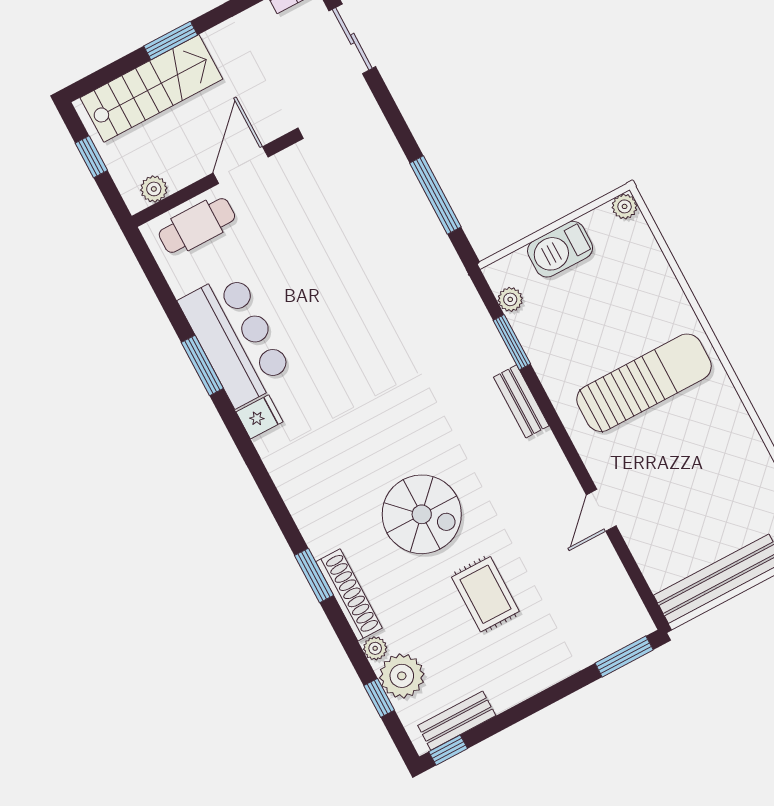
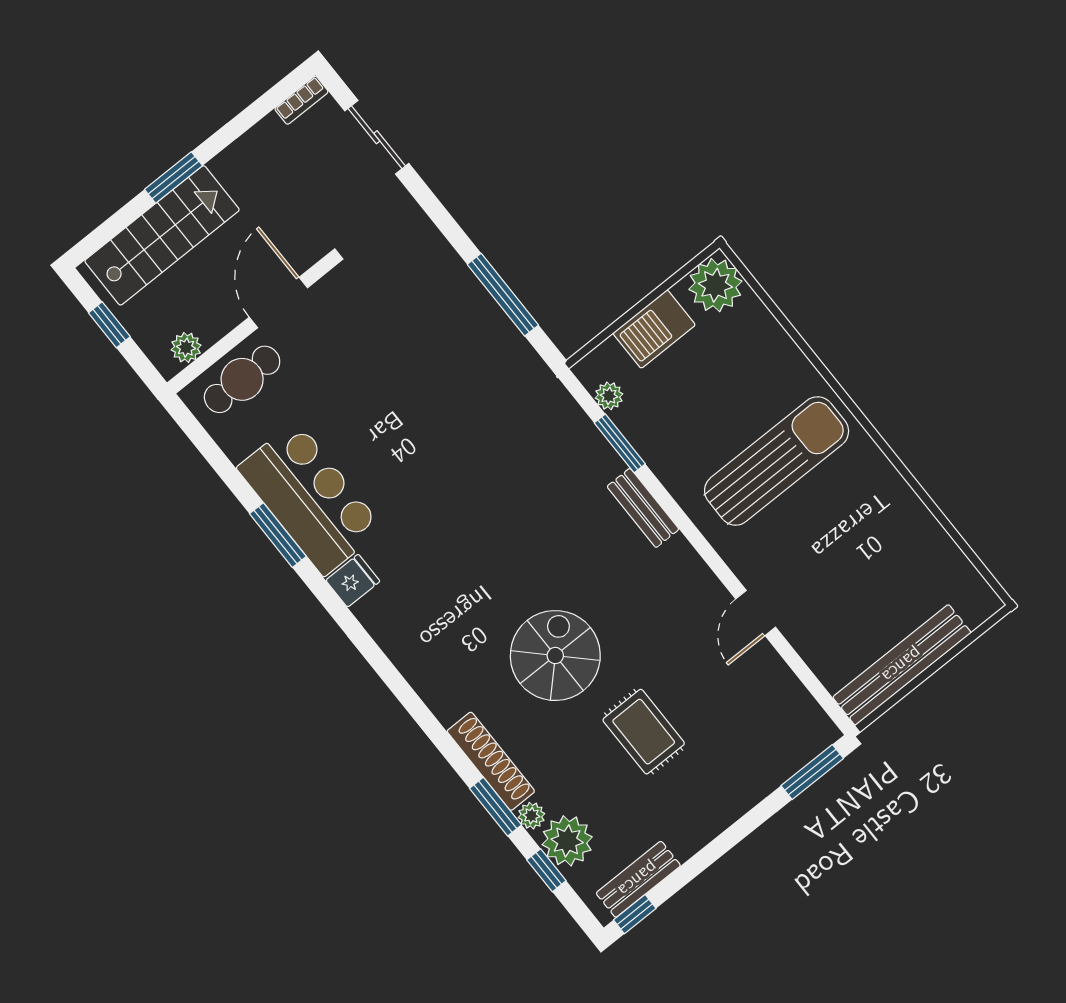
plant: (625, 206) -> (715, 285), width x1.87, depth x1.87
spiral stairs: (422, 514) -> (555, 656), turned -90
window: (314, 575) -> (495, 807), moved

